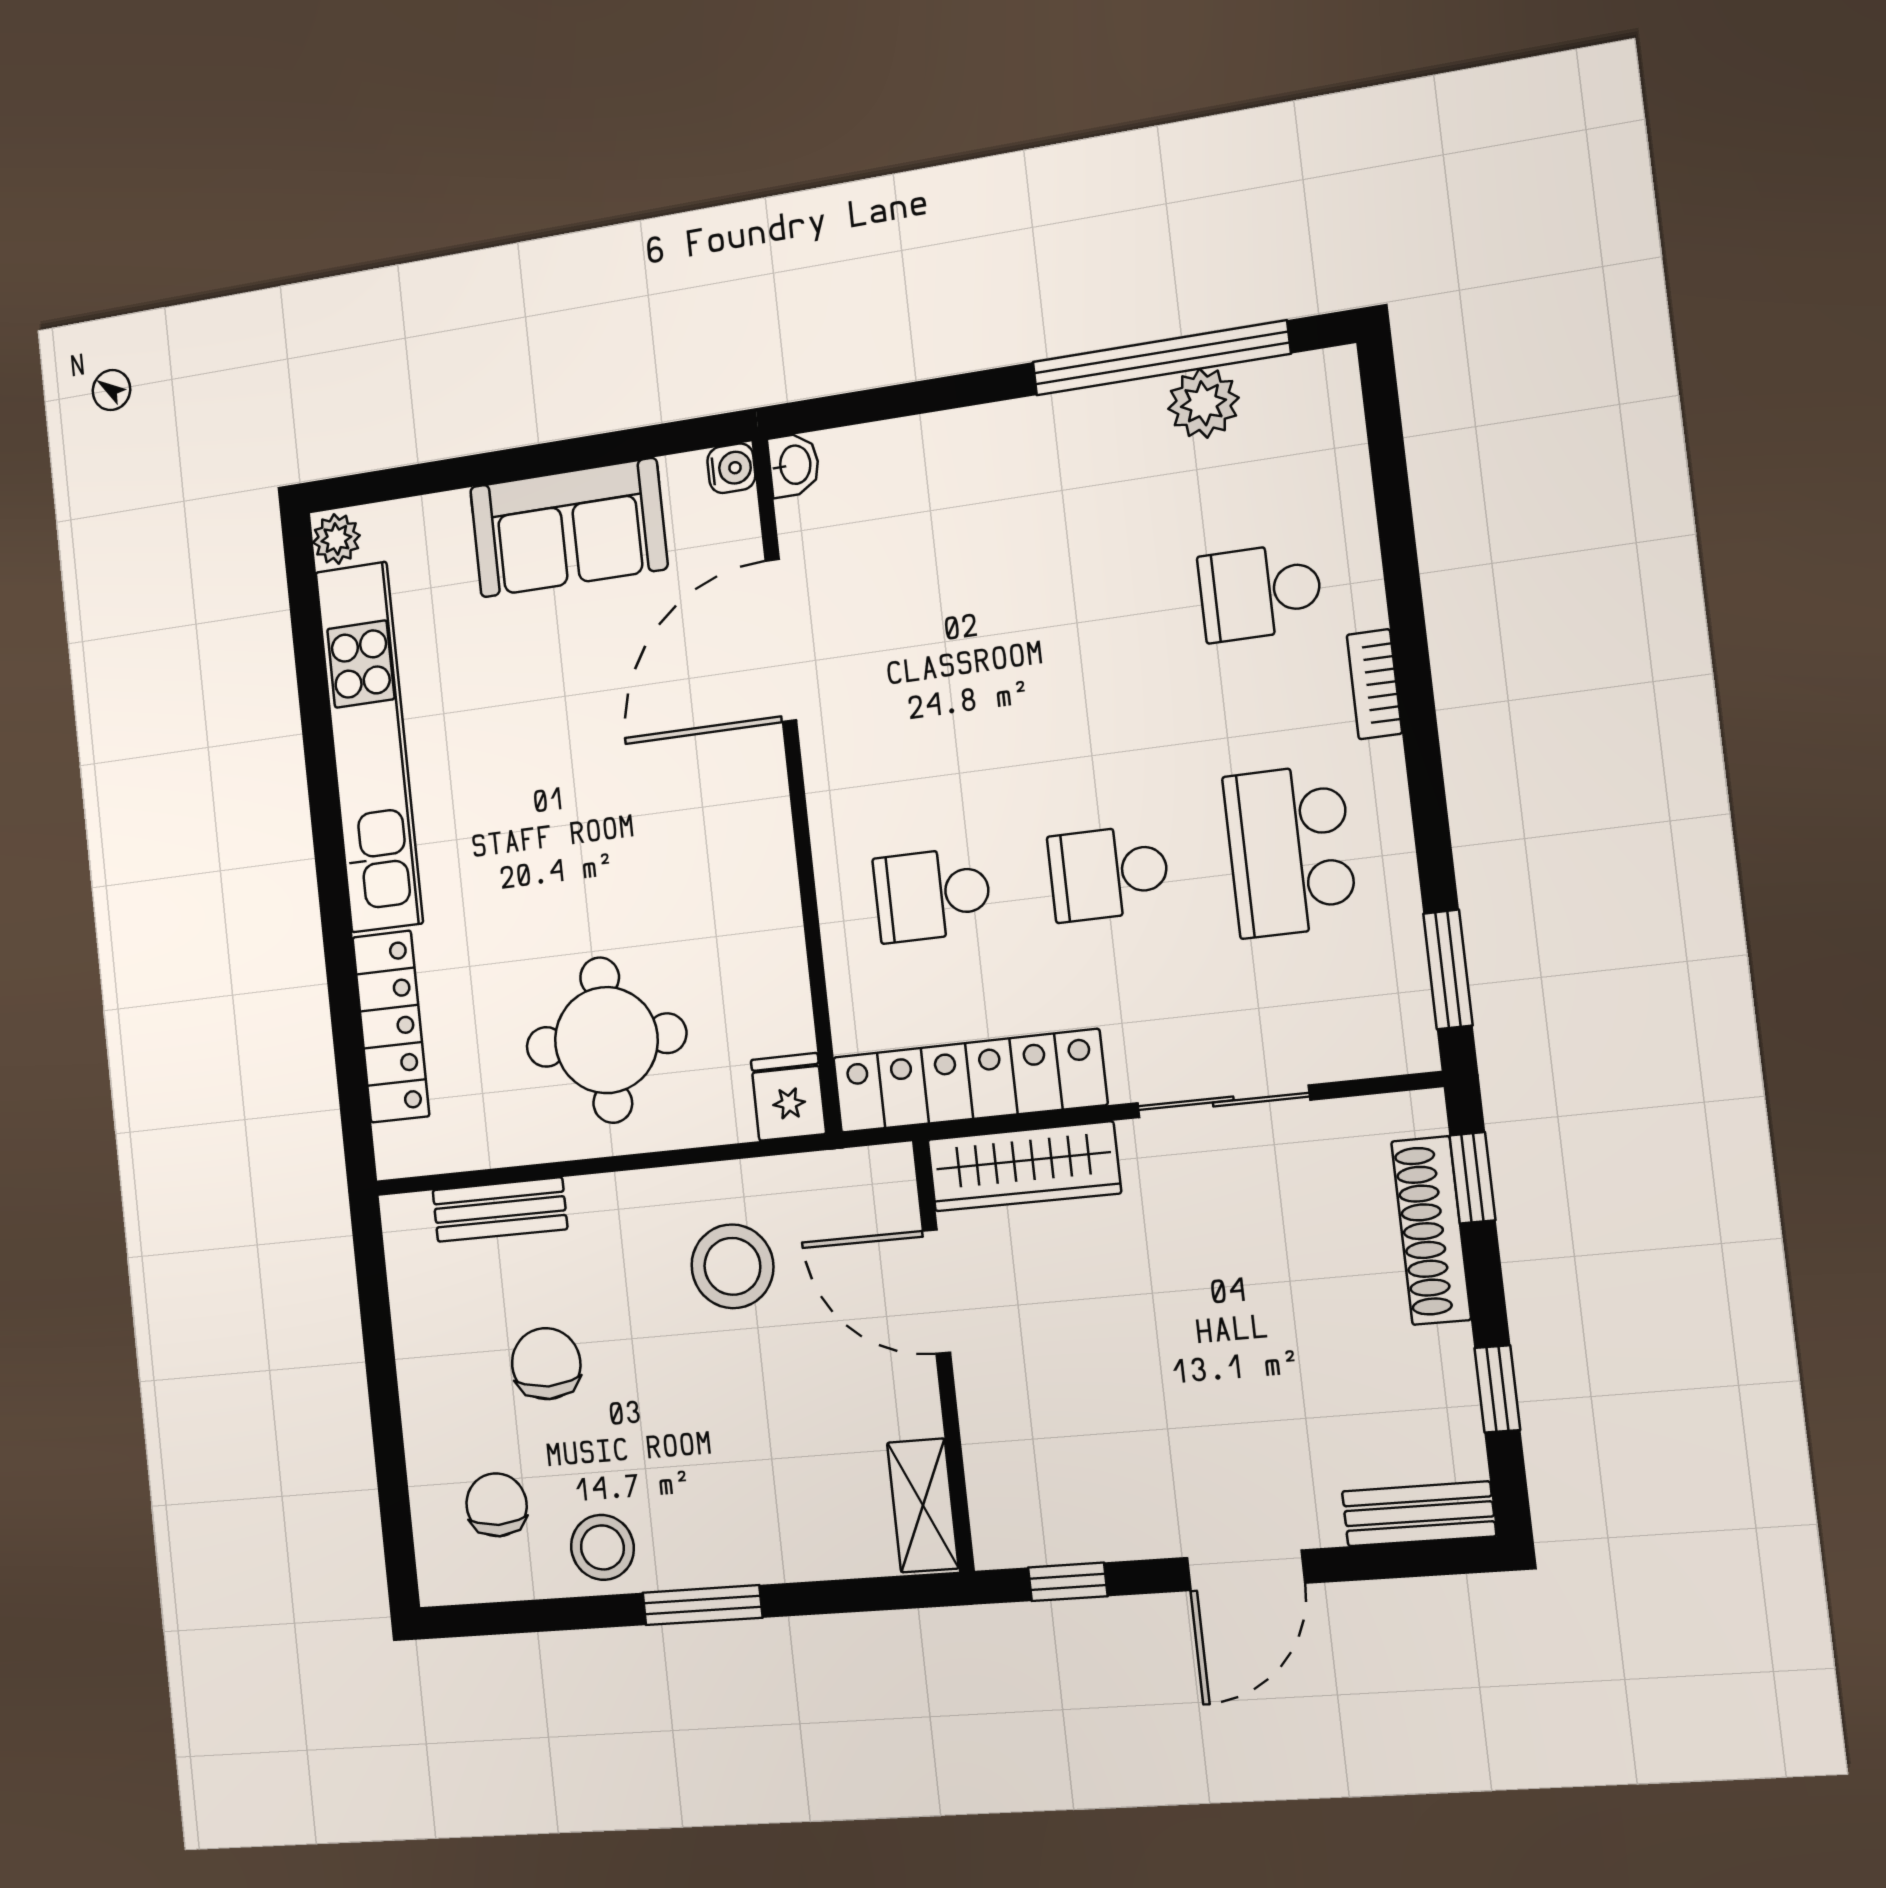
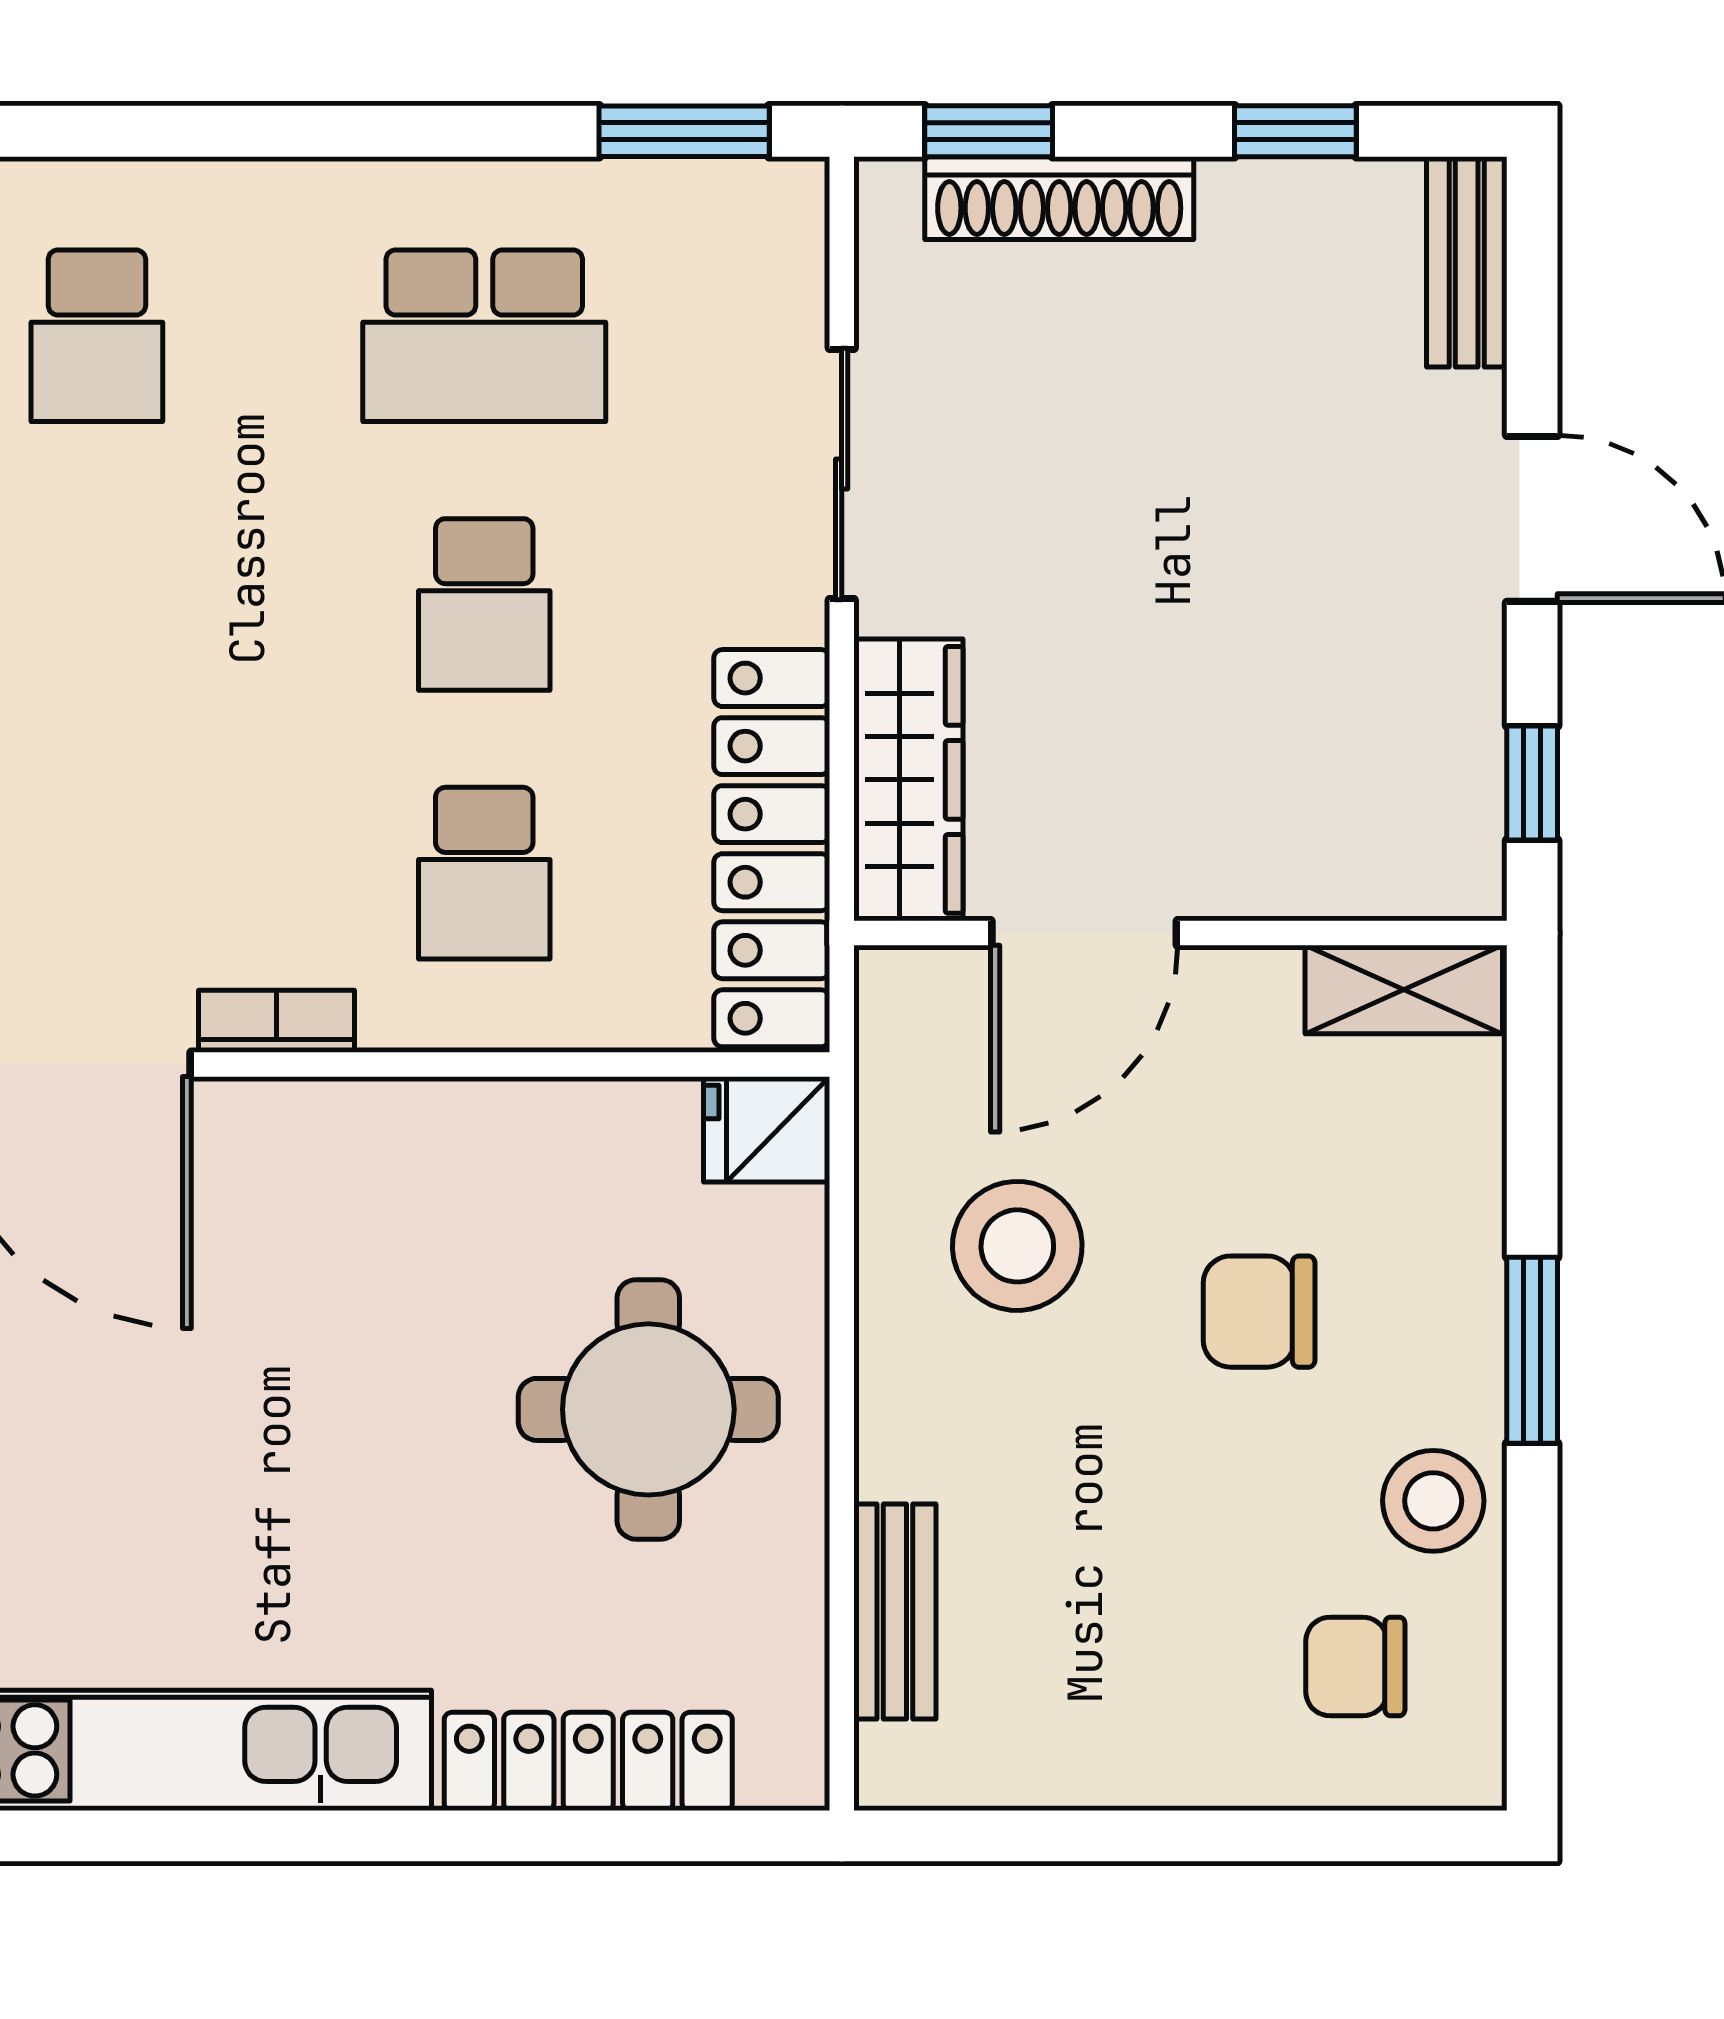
bookcase: (1374, 684) -> (277, 1021), moved, turned 180
chair: (546, 1364) -> (1259, 1312), moved

